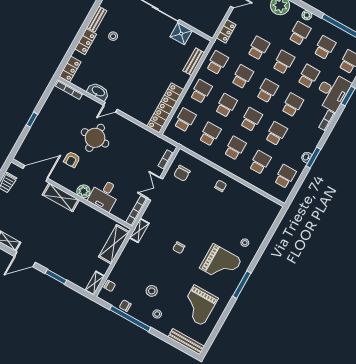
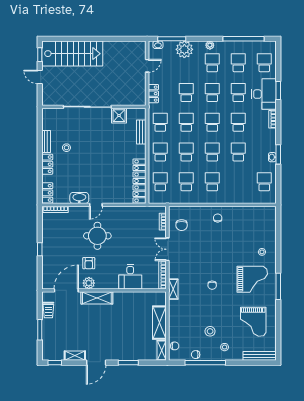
school desk: (260, 162) -> (238, 182), removed
plant: (83, 191) -> (89, 283), moved
shelving: (114, 244) -> (159, 323), moved

